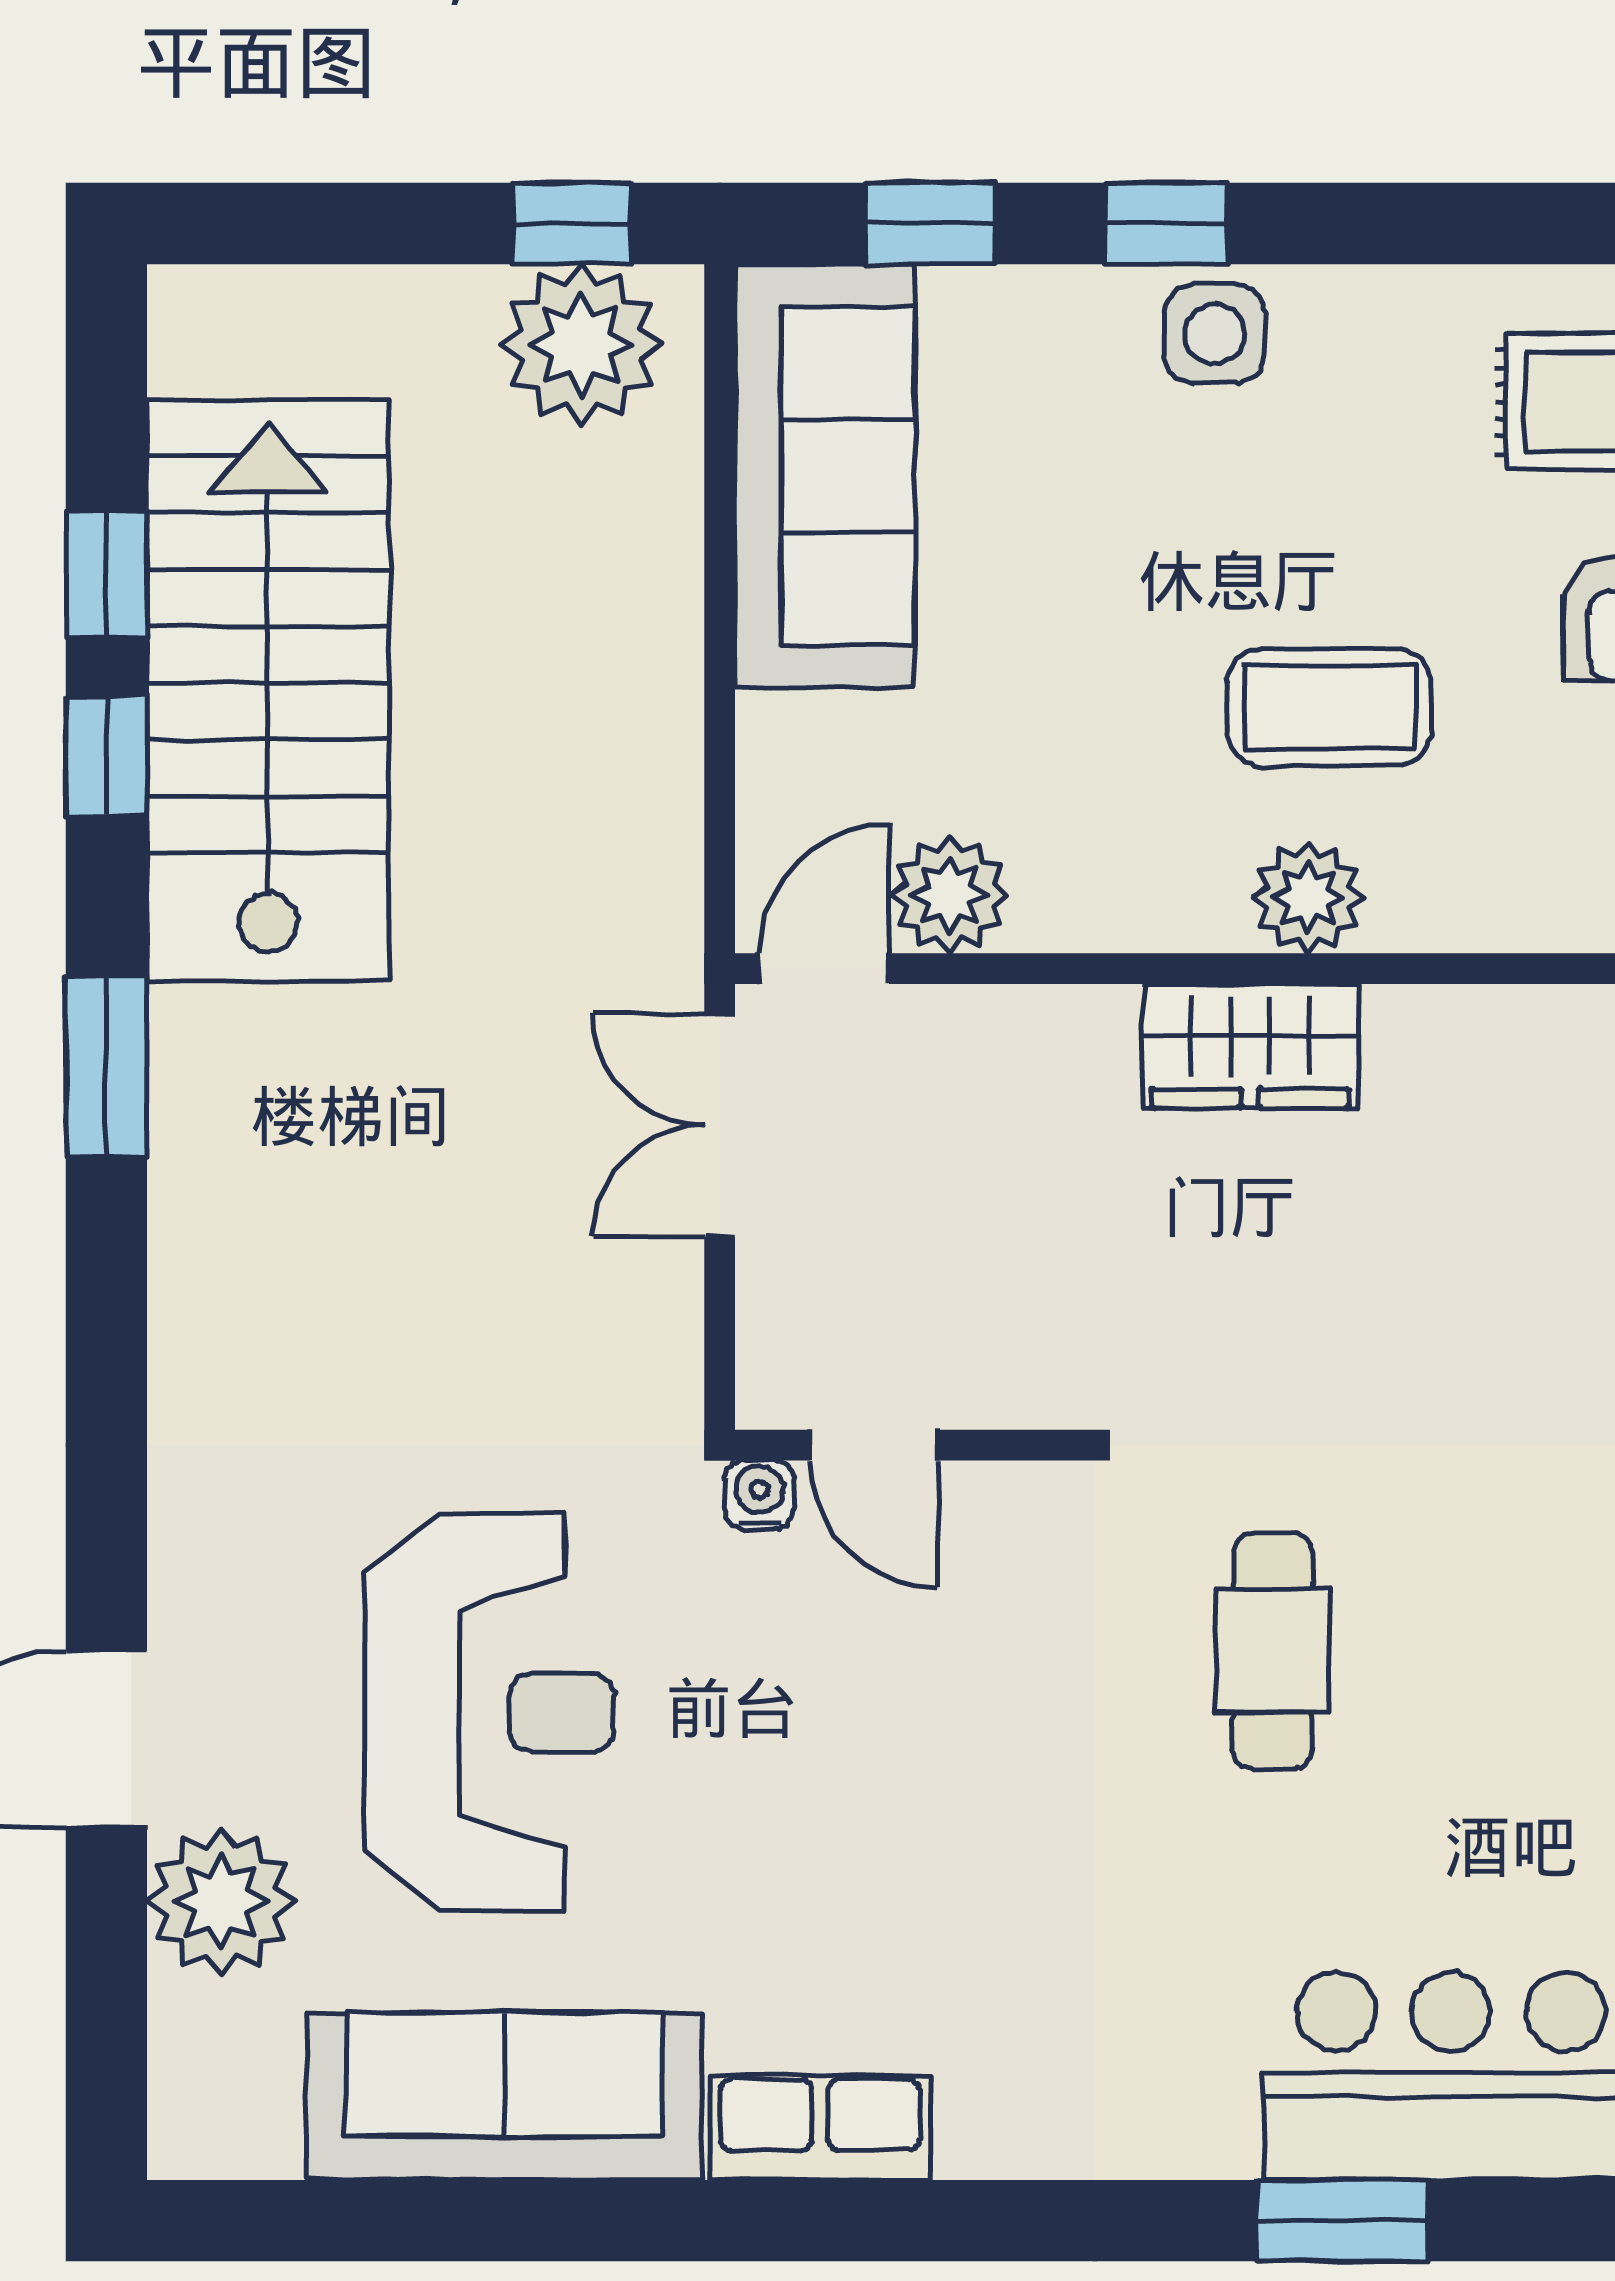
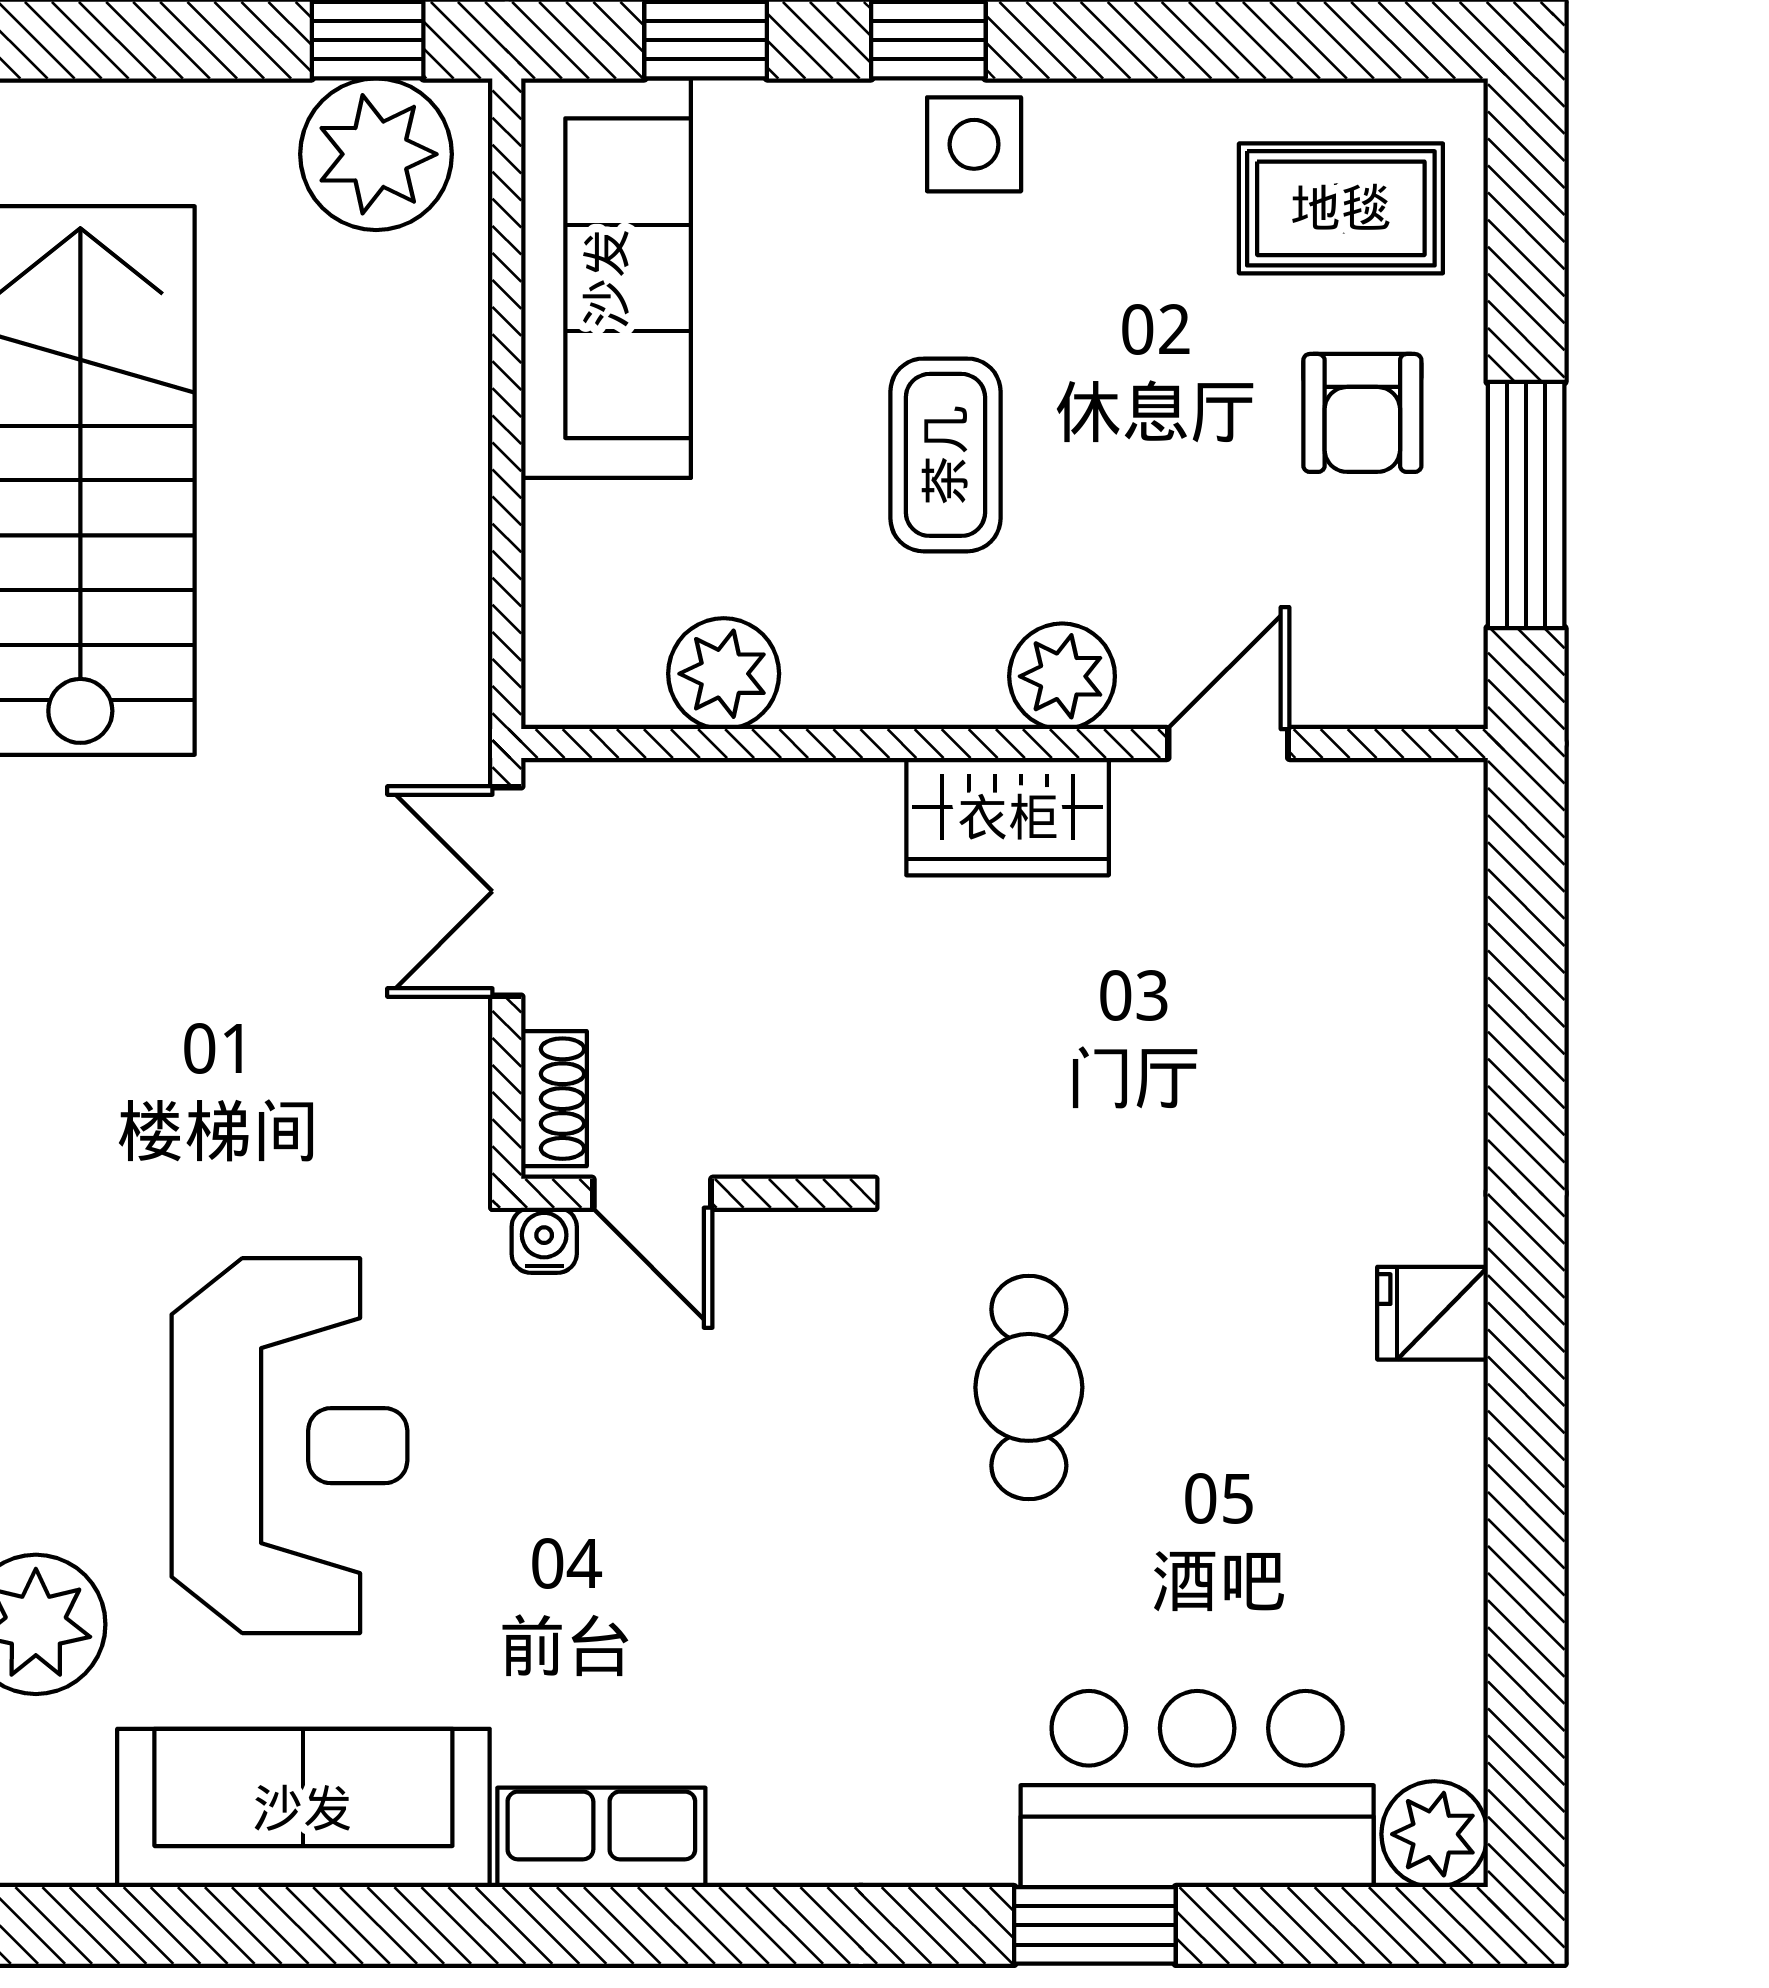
coffee table: (1329, 707) -> (945, 455), moved, turned 90
door: (824, 969) -> (1228, 744), moved
shoe rack: (770, 1345) -> (554, 1099), added

